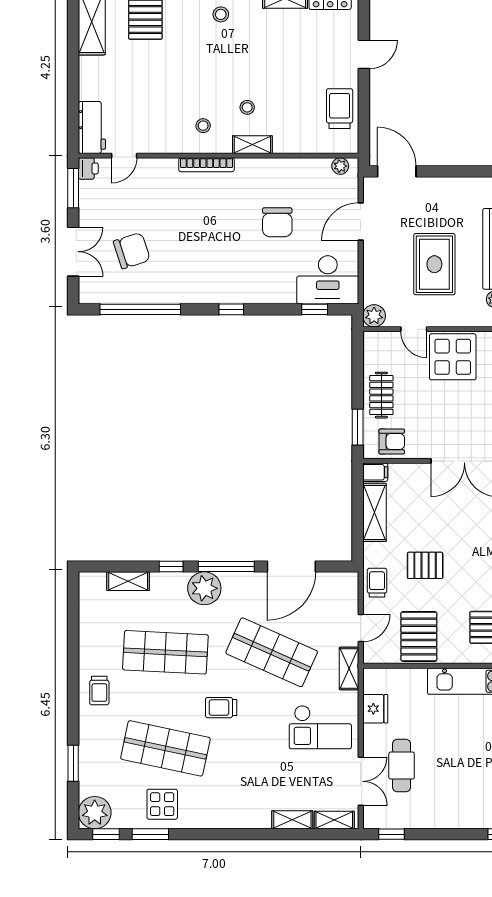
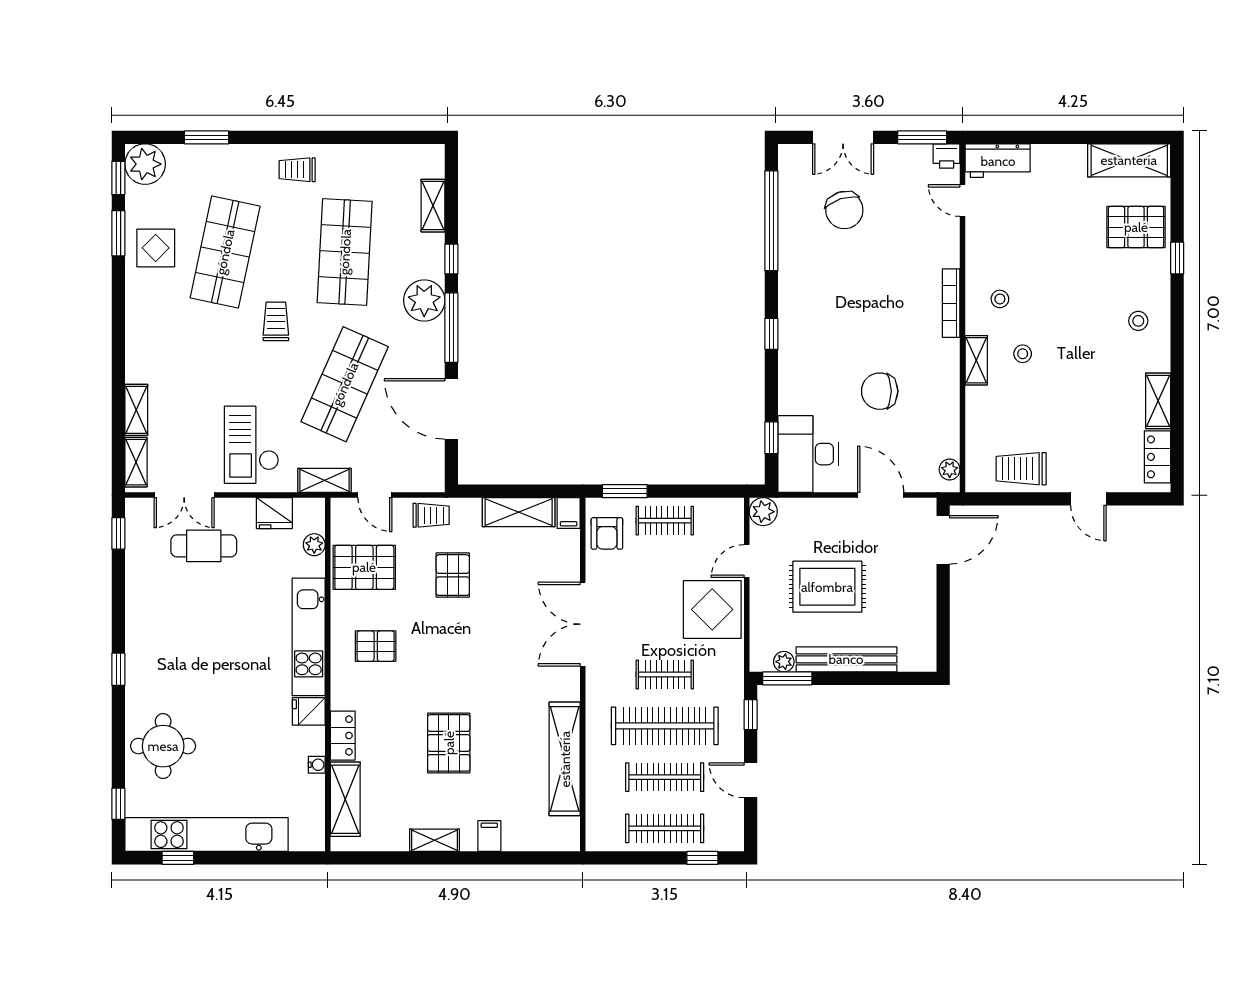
trolley: (340, 109) -> (1021, 469), turned 180
plant: (401, 677) -> (314, 545), added

